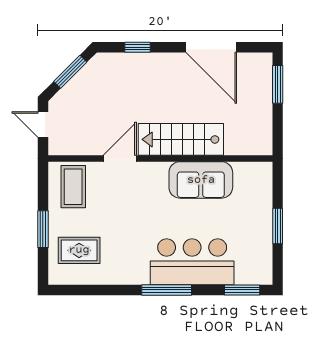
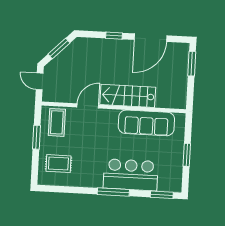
window: (137, 47) -> (114, 36), moved
door: (211, 47) -> (151, 38), hinge flipped
sofa: (201, 180) -> (146, 123), width x1.36
window: (43, 229) -> (37, 137), moved

